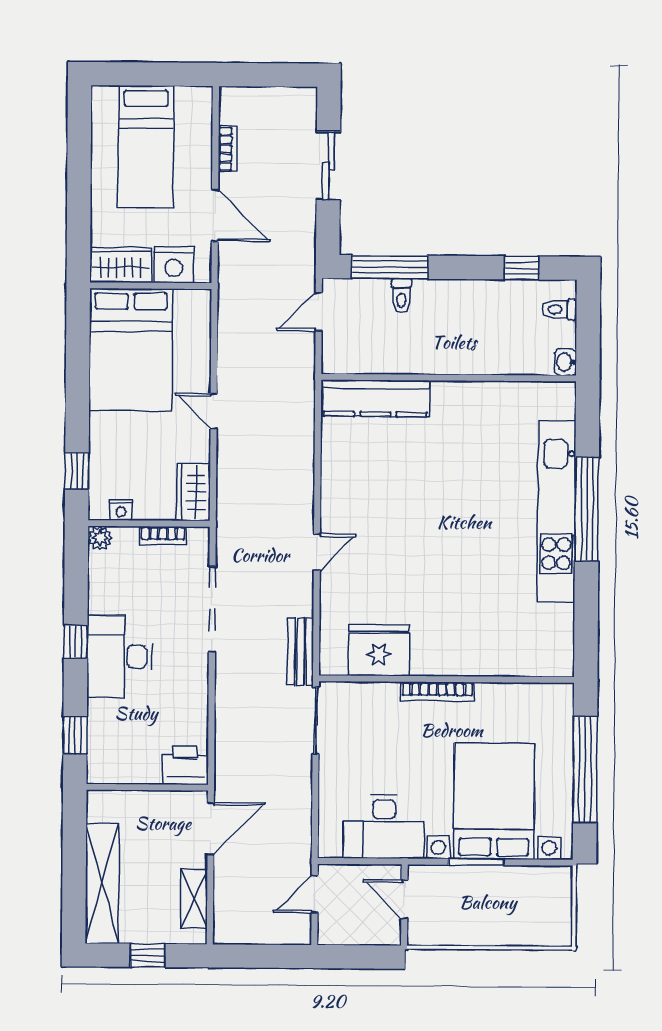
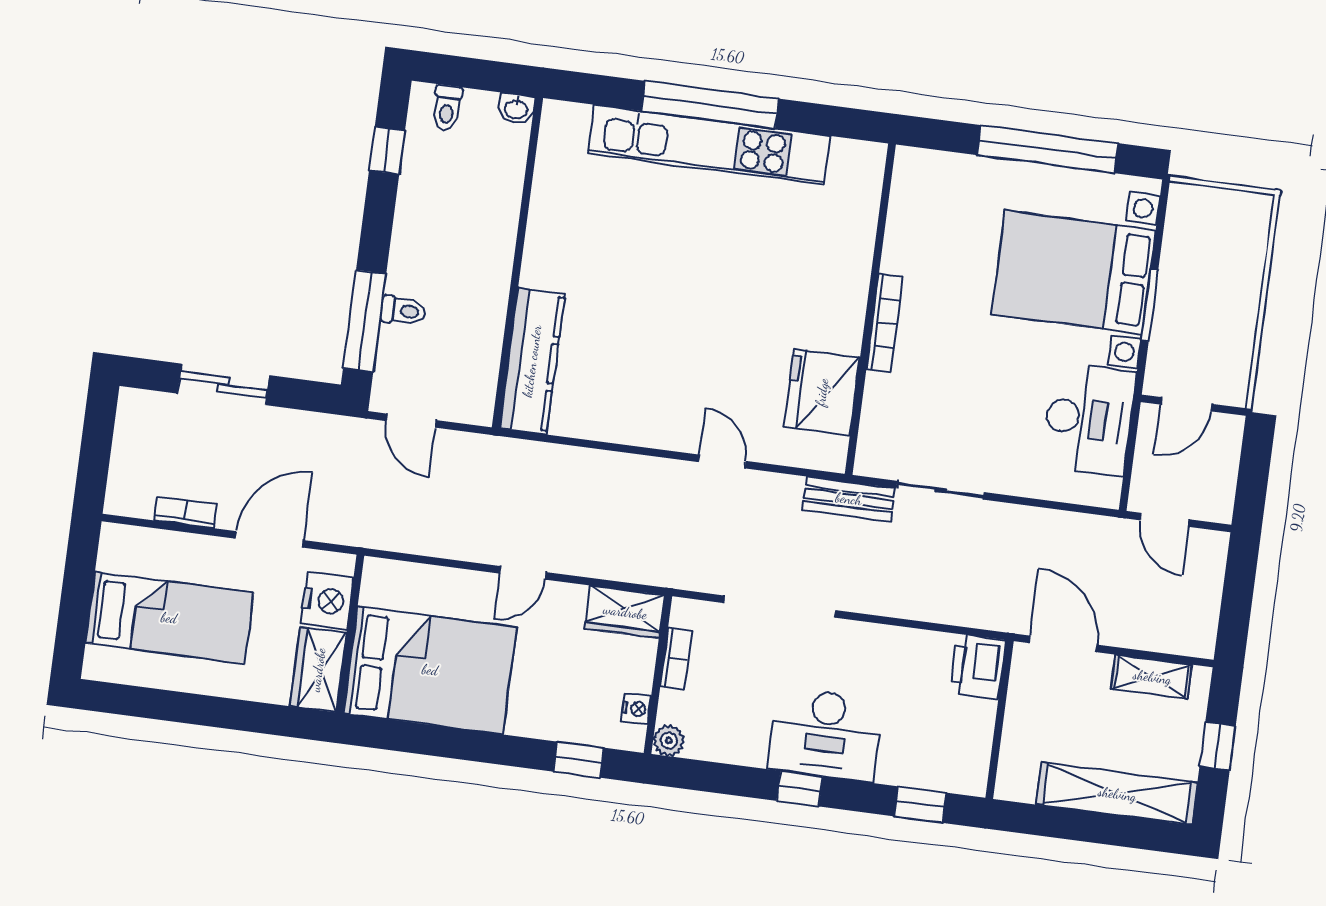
fridge: (379, 650) -> (822, 392), moved
wall: (447, 679) -> (870, 309), moved
bookcase: (438, 691) -> (885, 323), moved

